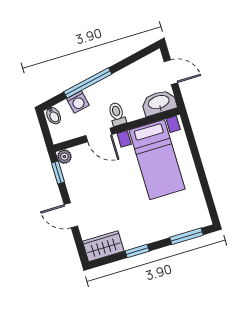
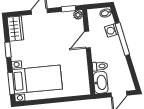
toilet: (117, 114) -> (100, 66), moved
bed with nightstands: (157, 160) -> (37, 79), moved, turned 180

